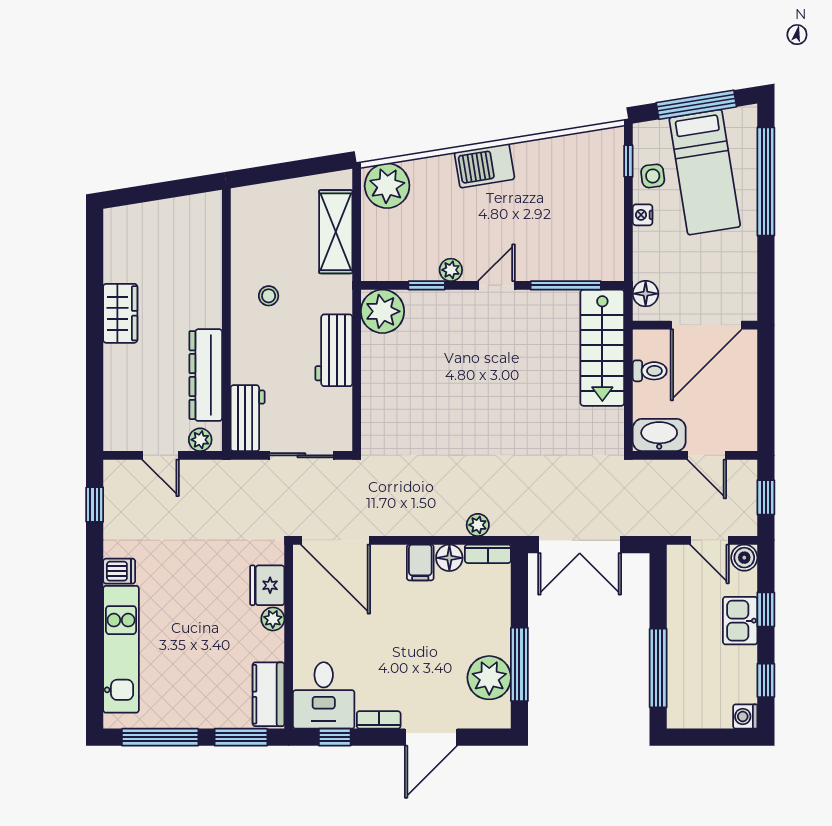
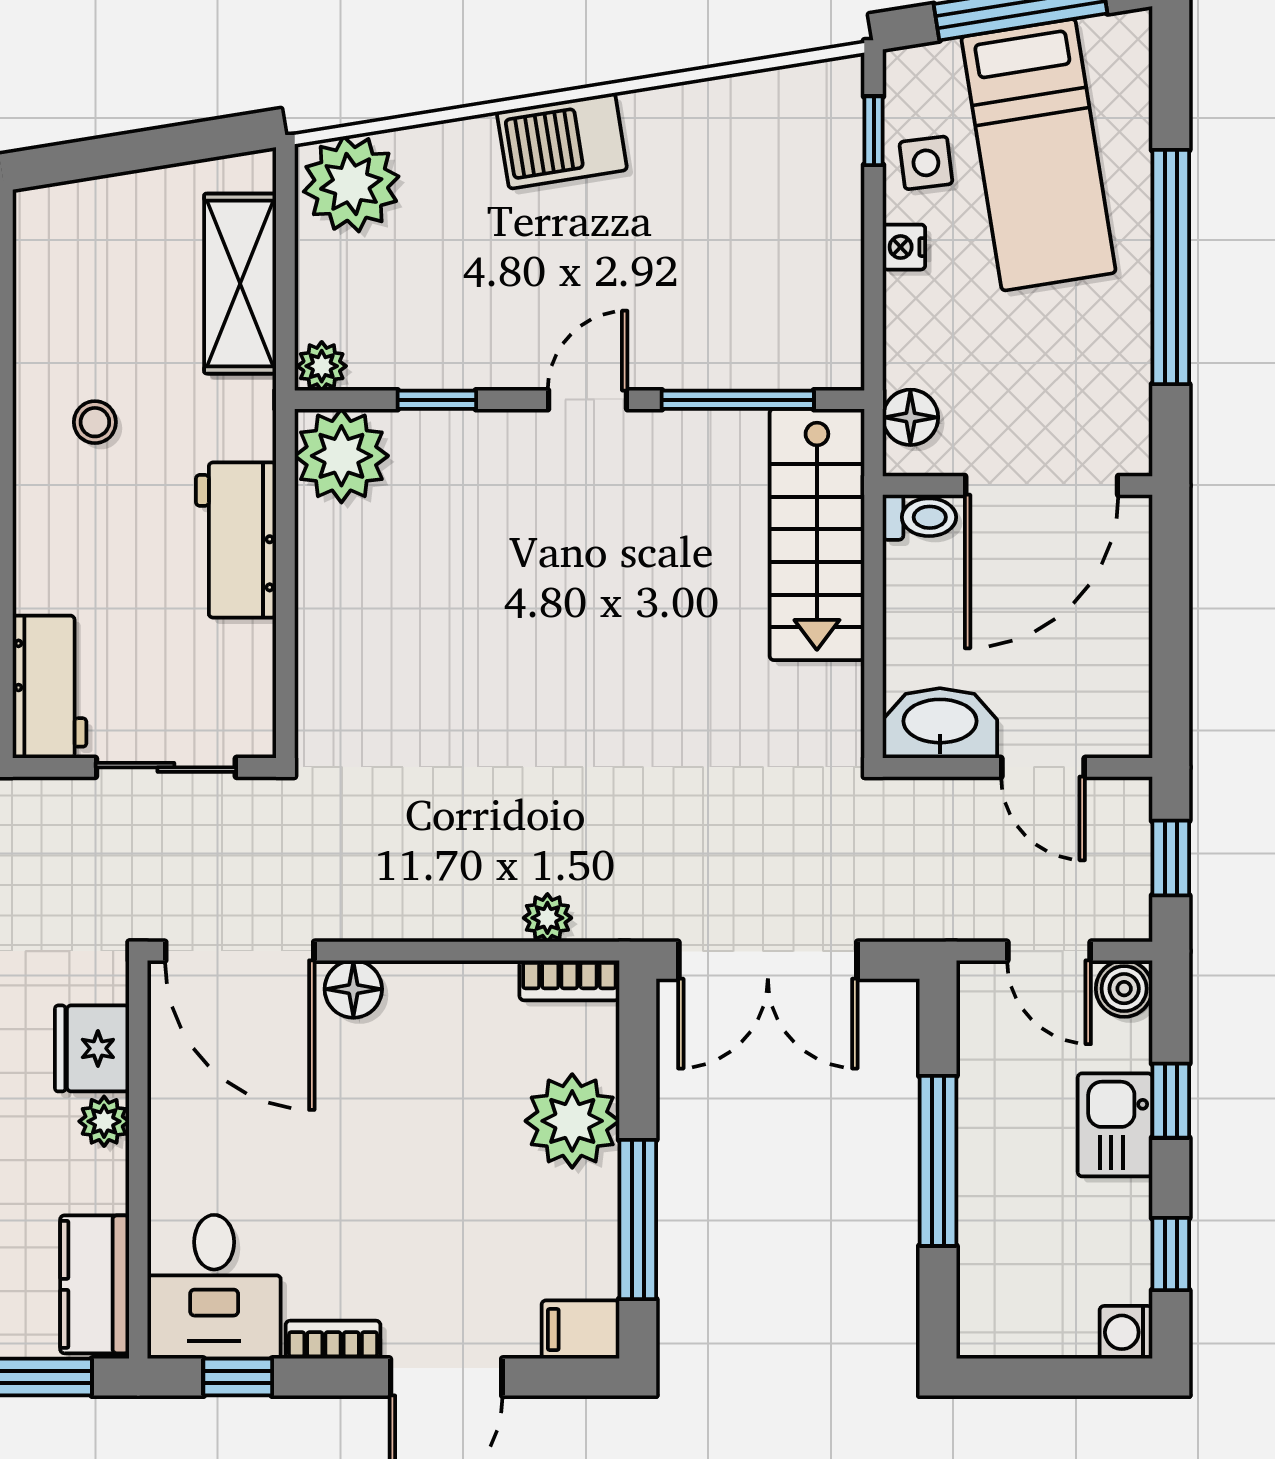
window: (766, 182) -> (1171, 267), moved
plant: (451, 270) -> (322, 366), moved
toilet: (650, 371) -> (919, 517), moved
floor lamp: (449, 558) -> (353, 989), moved
filing cabinet: (420, 563) -> (580, 1330), moved, turned 90
window: (658, 668) -> (938, 1161), moved
plant: (489, 678) -> (572, 1121), moved

